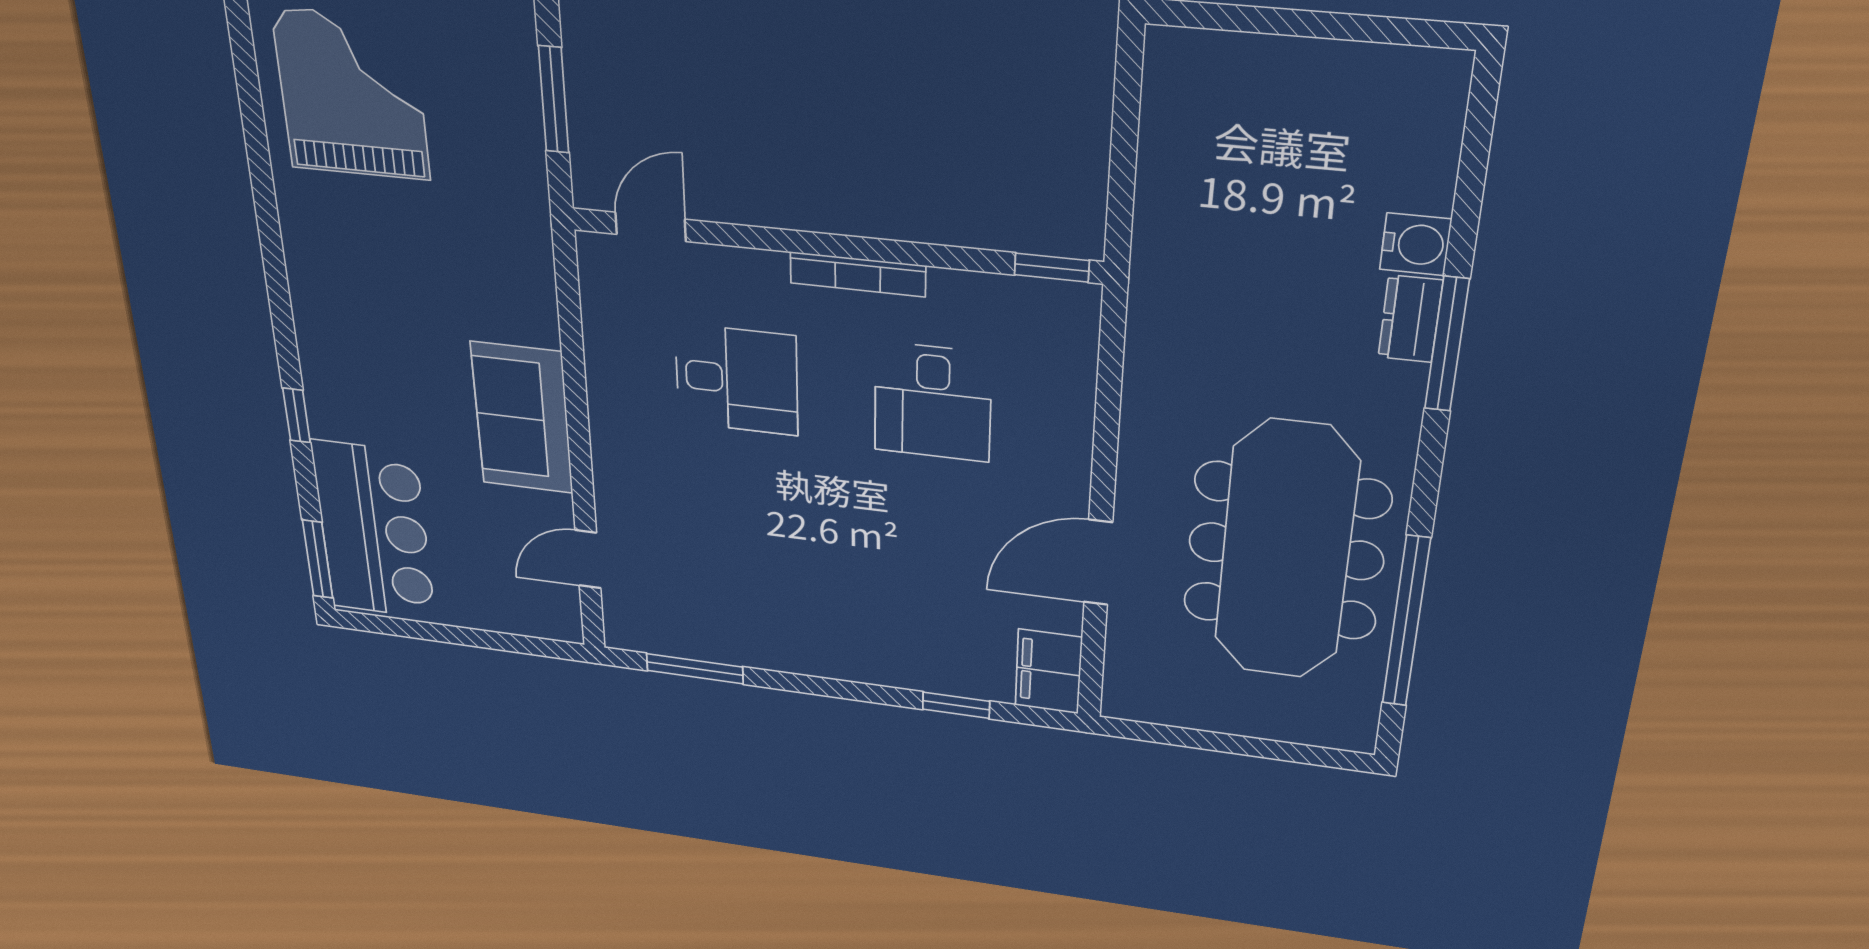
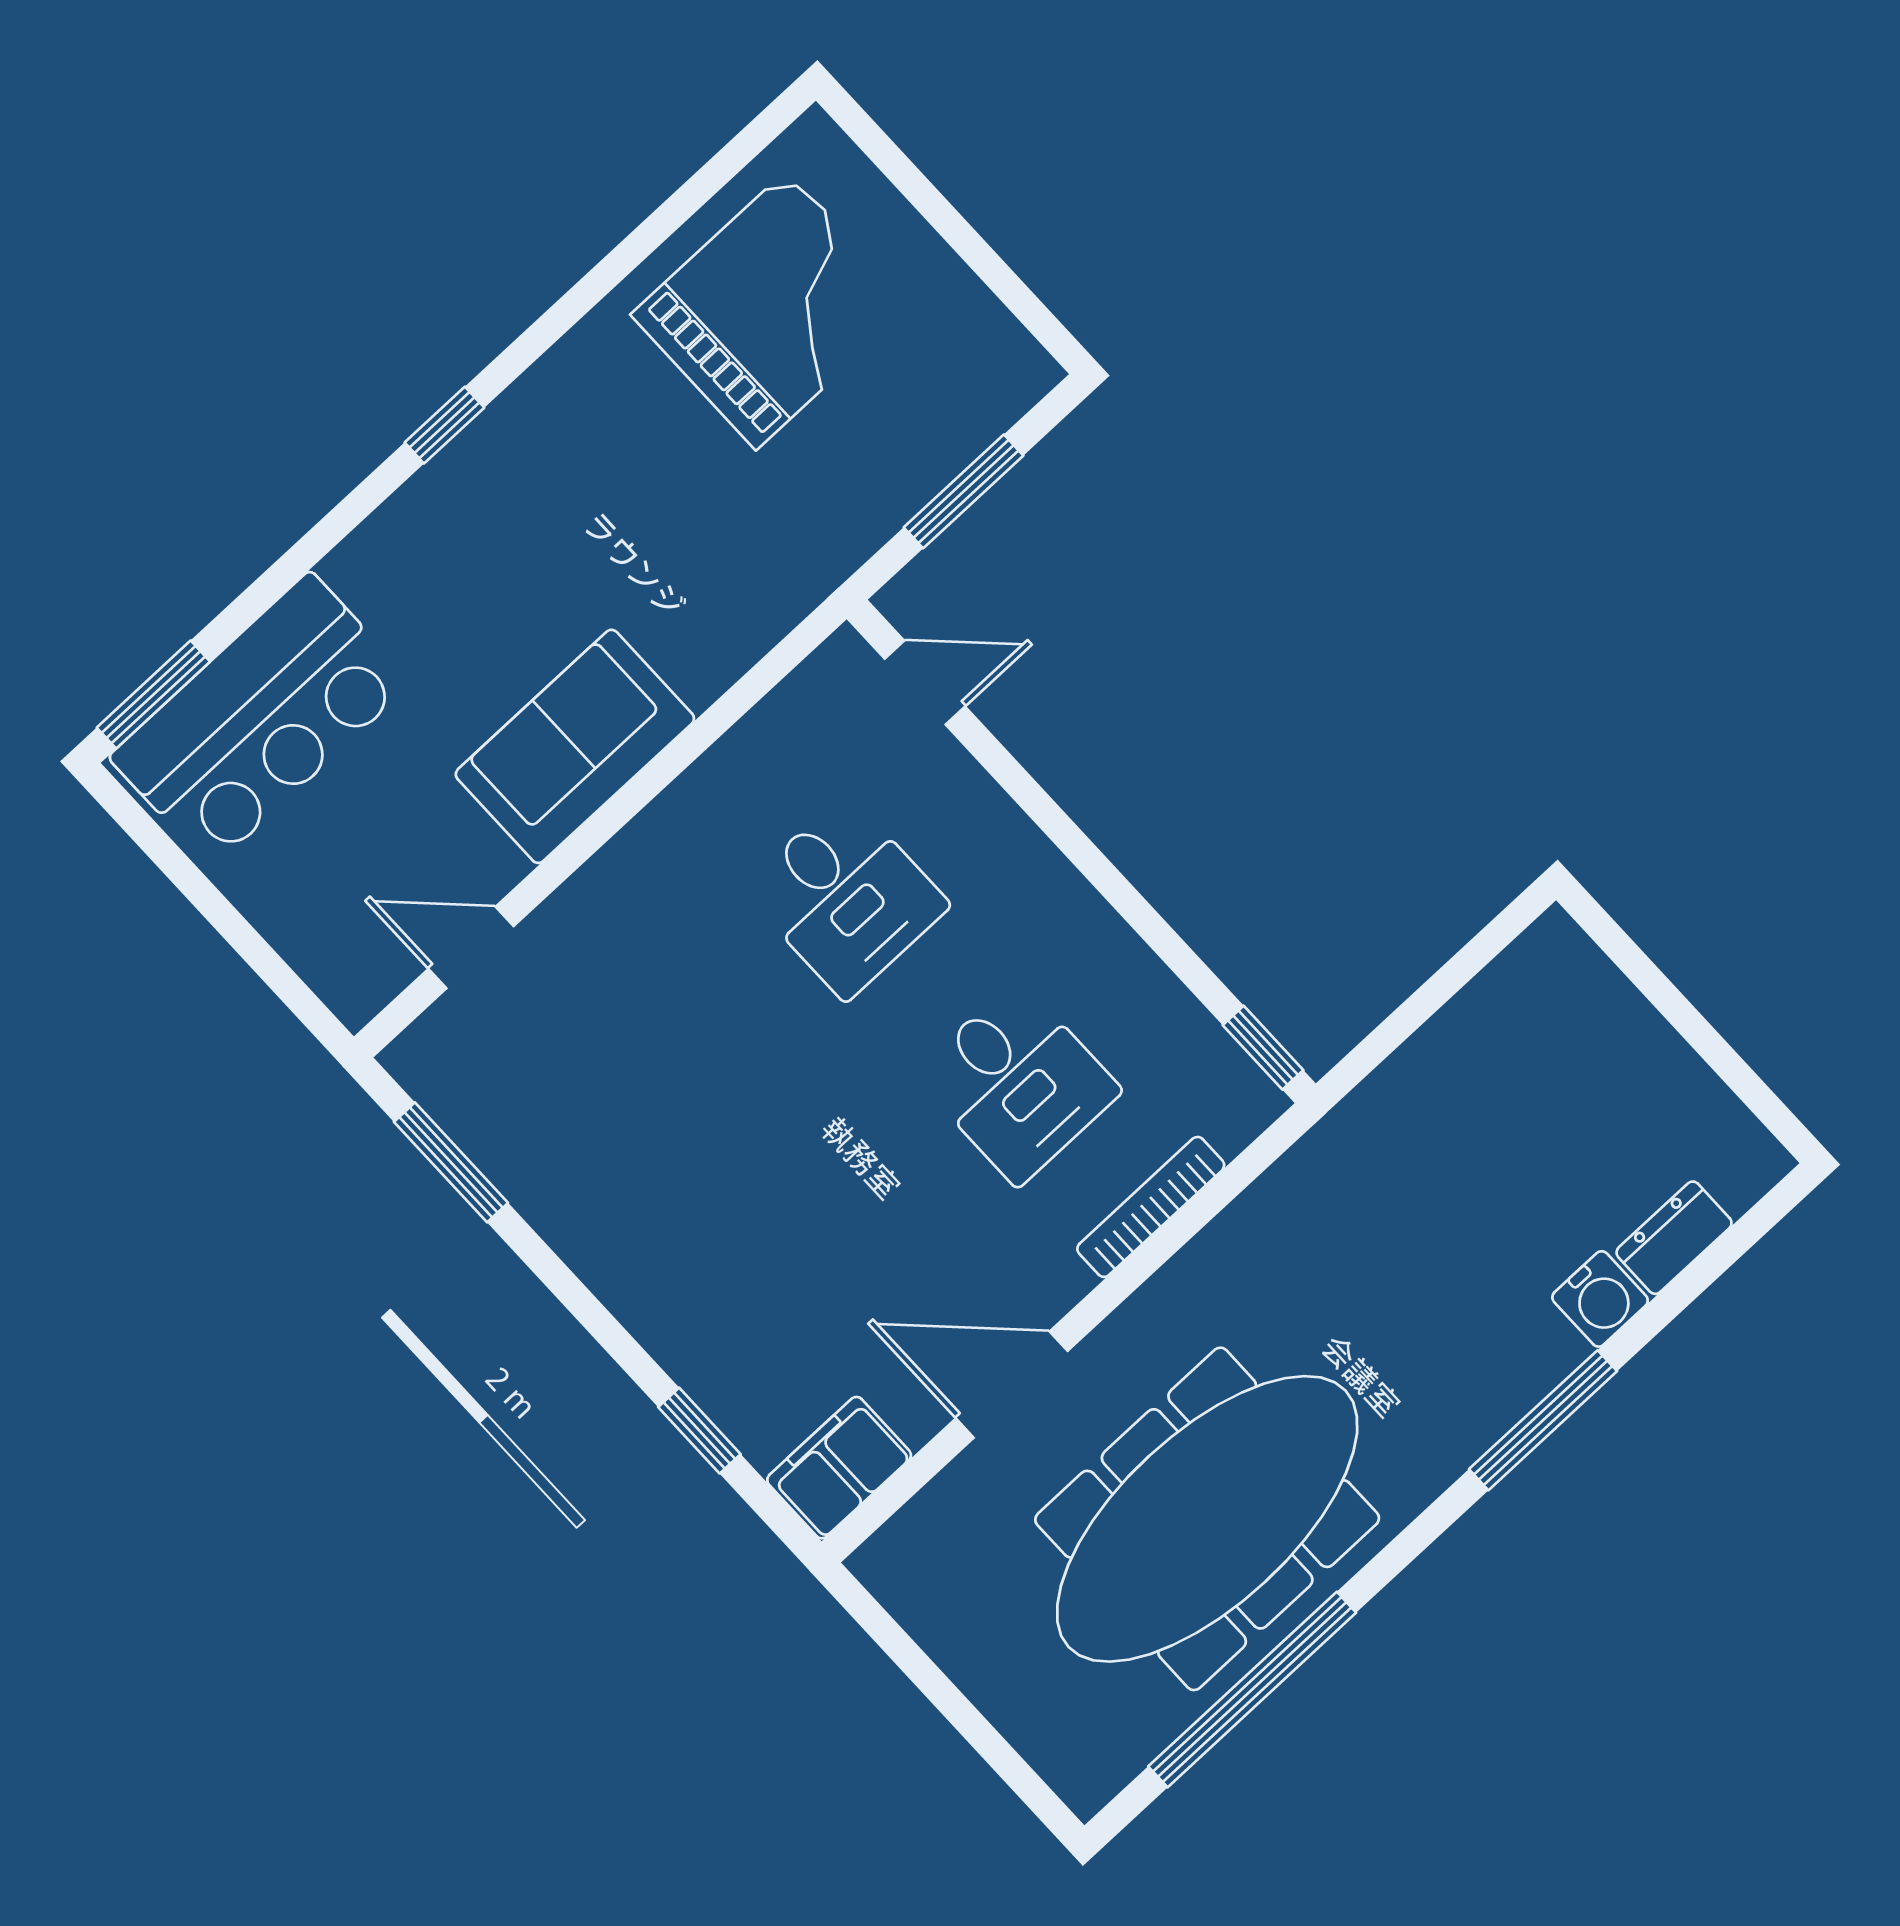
bookcase: (858, 274) -> (1151, 1207), moved, turned 90
dresser: (1410, 319) -> (1674, 1238), moved
desk: (933, 402) -> (1017, 1083), turned -90
window: (297, 415) -> (444, 425), moved

